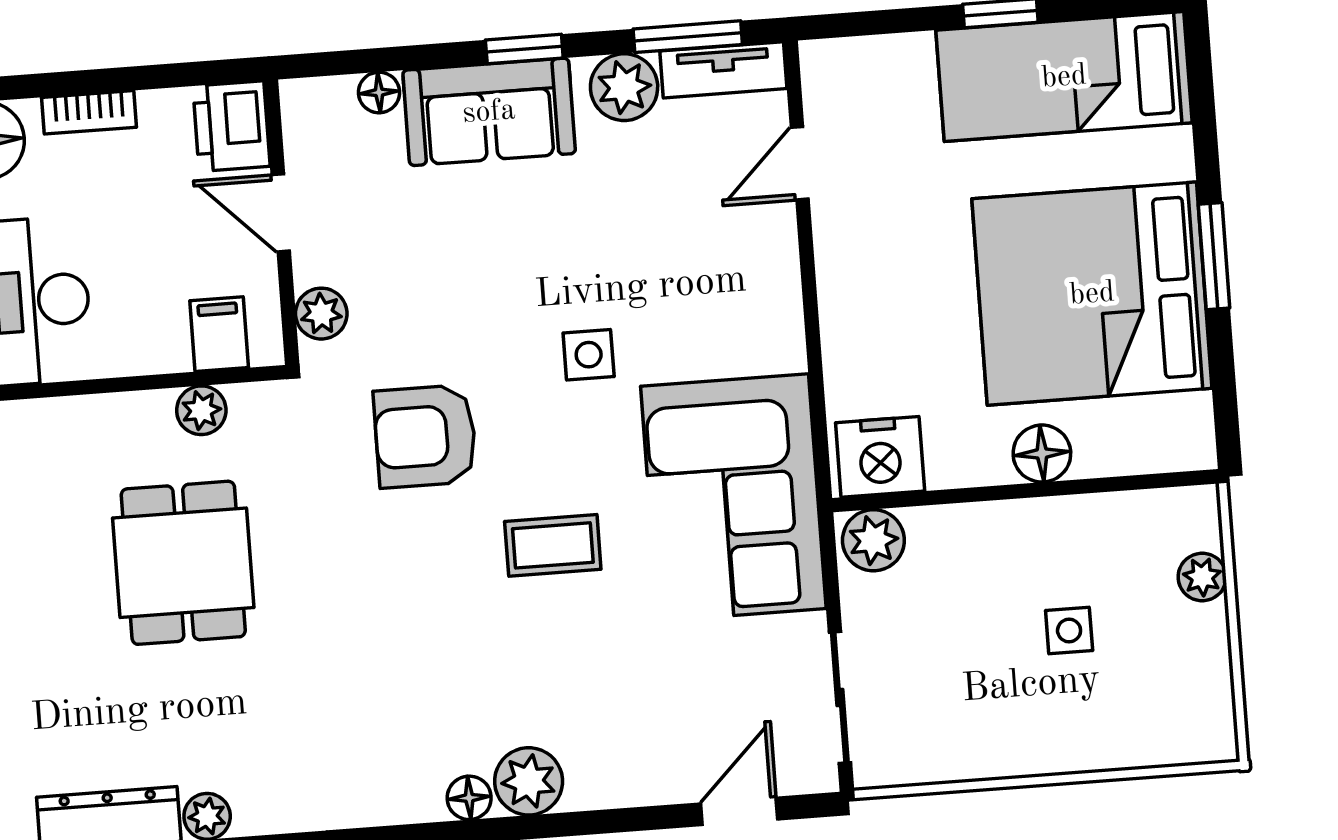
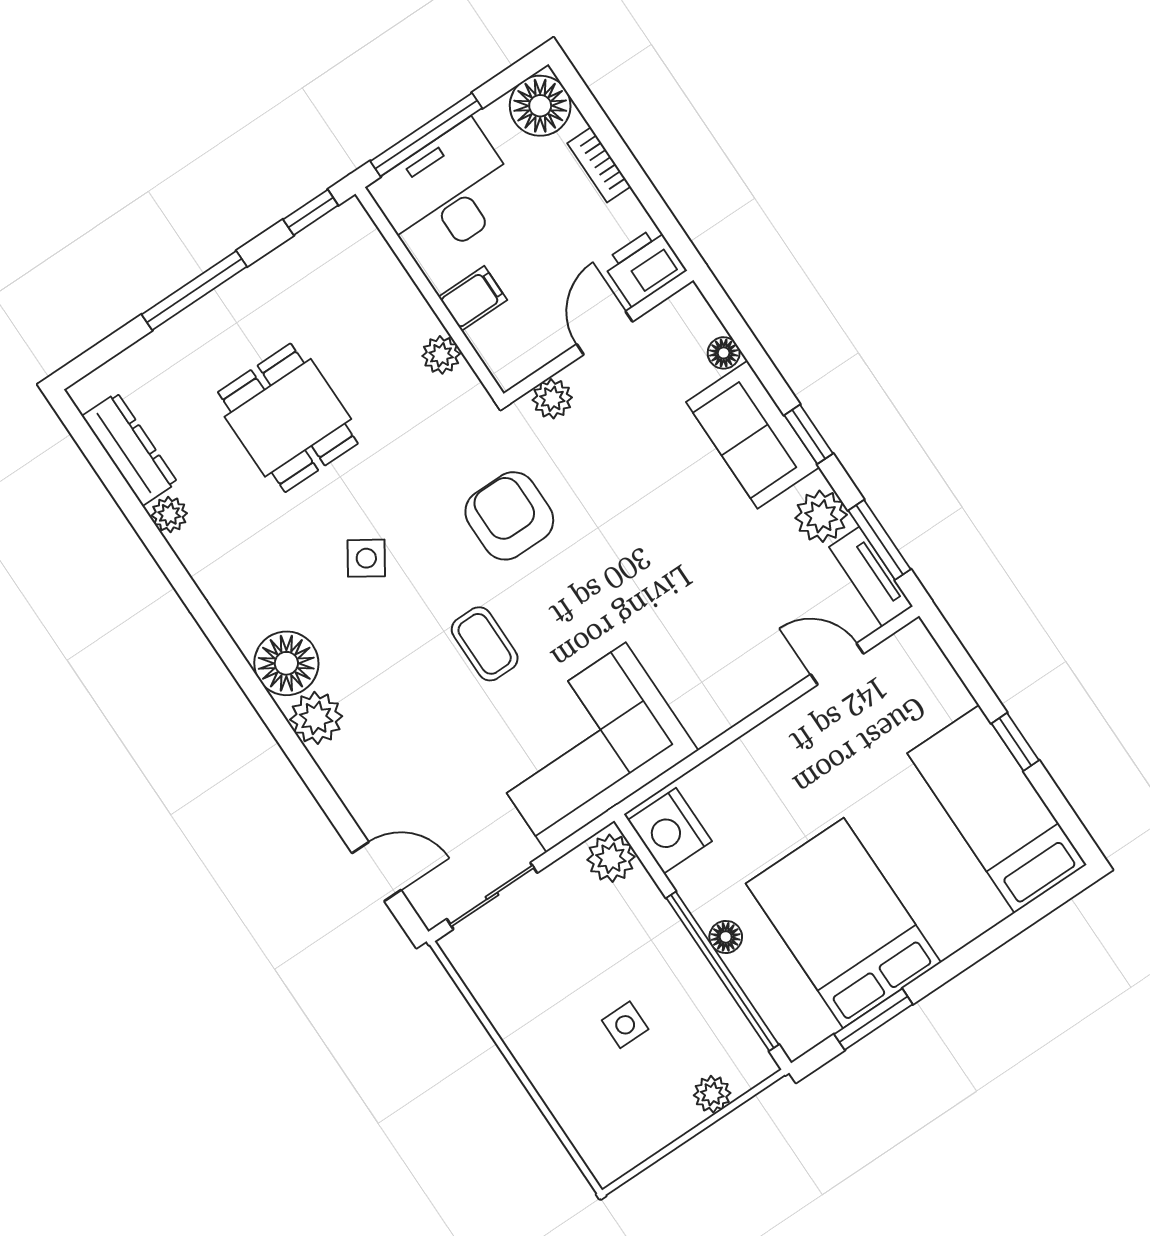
window: (1214, 256) -> (873, 1019), moved
bed: (1092, 294) -> (843, 923), width x0.73
filing cabinet: (219, 334) -> (473, 298), moved
side table: (589, 355) -> (366, 558), moved, turned 33
floor lamp: (1042, 454) -> (726, 937), width x0.73, depth x0.73
window: (1071, 487) -> (722, 971), added
dining table: (183, 563) -> (288, 418), moved, turned 90
floor lamp: (469, 798) -> (286, 663), width x1.89, depth x1.89

